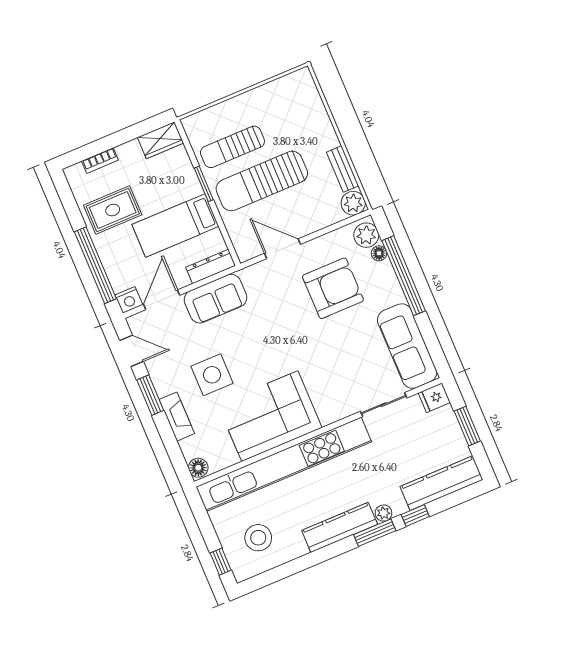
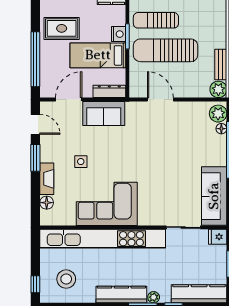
armchair: (333, 288) -> (182, 139), removed
nightstand: (129, 300) -> (119, 34), moved, turned -90
side table: (212, 375) -> (81, 162), width x0.54, depth x0.54
floor lamp: (198, 468) -> (47, 203), moved

